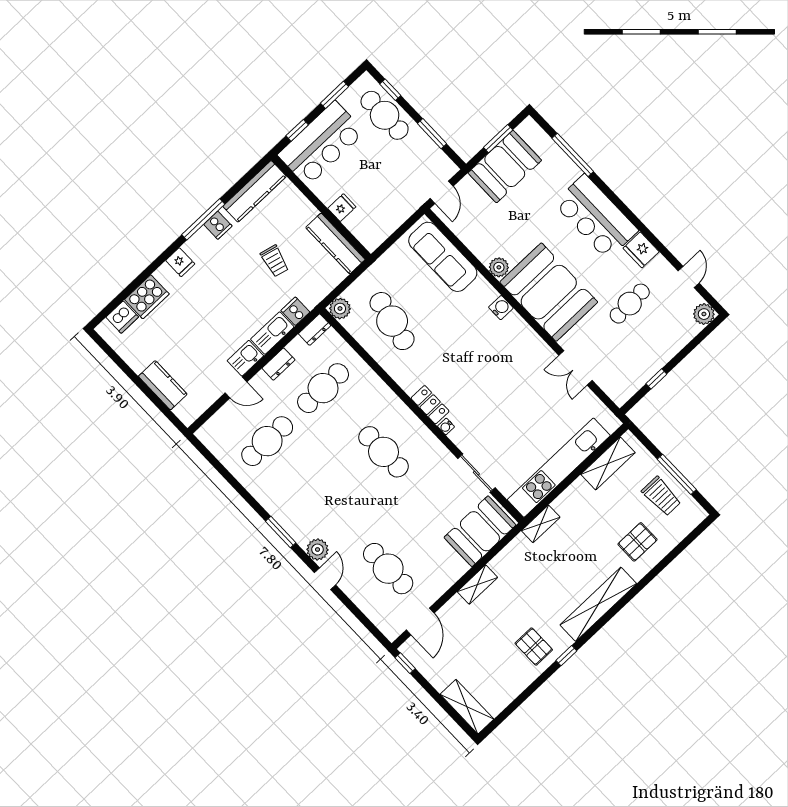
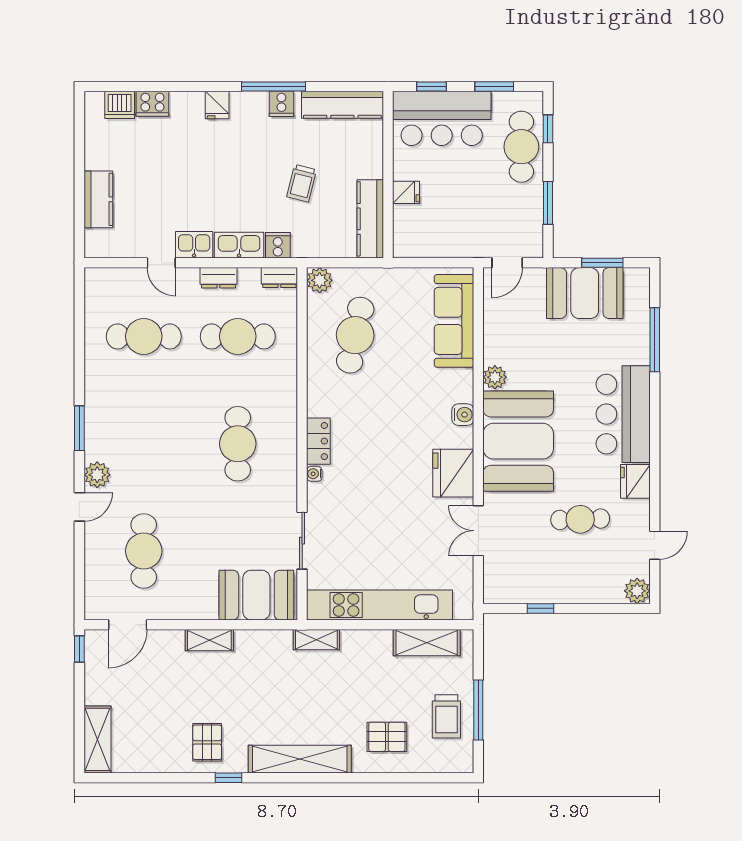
cooker: (147, 297) -> (152, 104), width x0.73, depth x0.76
fridge: (528, 348) -> (453, 473), added

